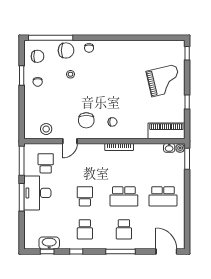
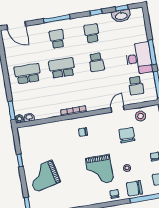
grand piano: (101, 77) -> (100, 170), added
chair: (86, 120) -> (127, 135), moved
piano: (166, 131) -> (34, 132), removed

